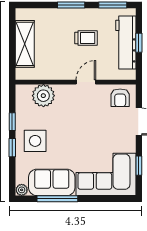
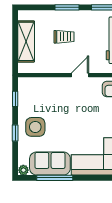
trolley: (86, 38) -> (64, 37), moved
plant: (43, 96) -> (43, 87), removed
window: (12, 122) -> (15, 99), moved

